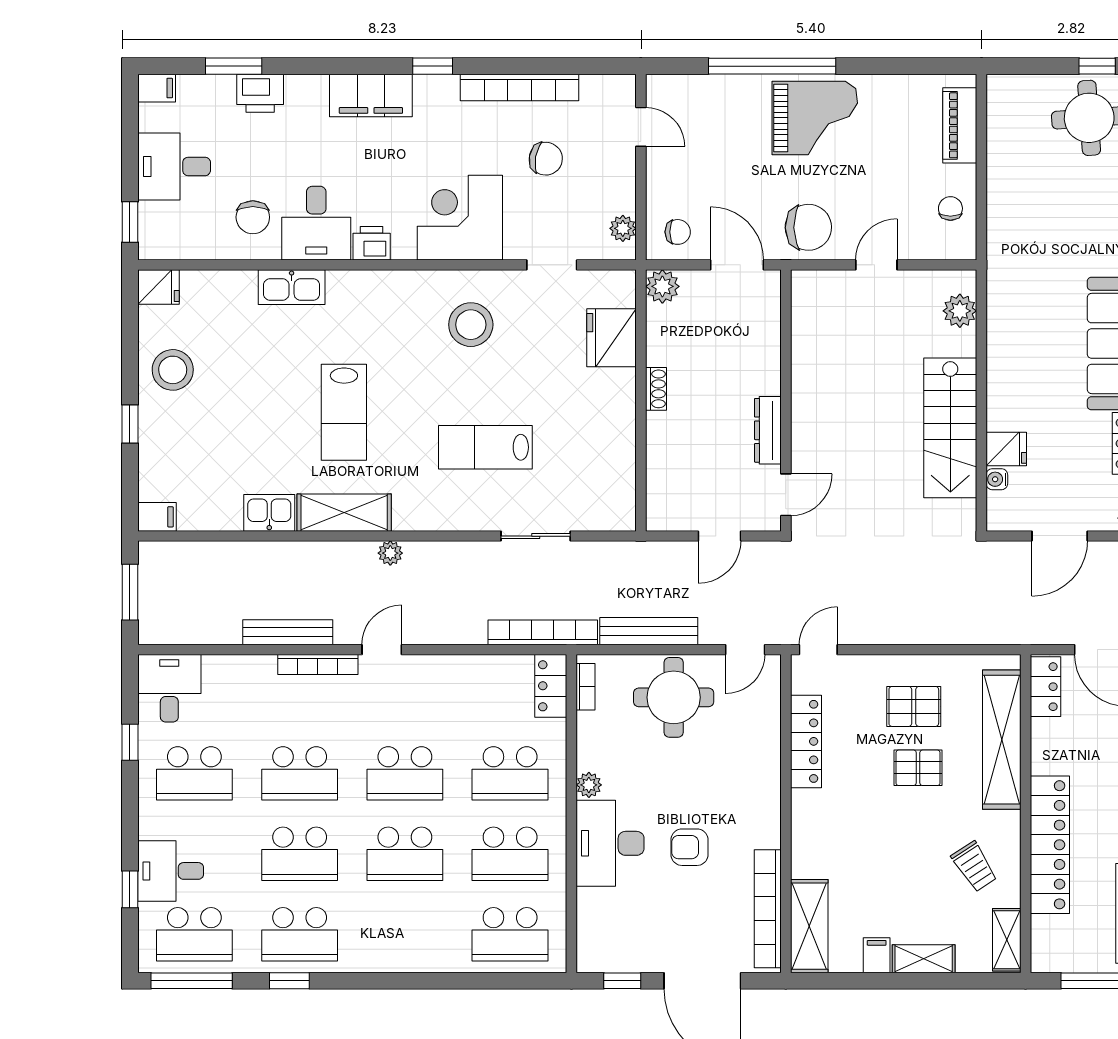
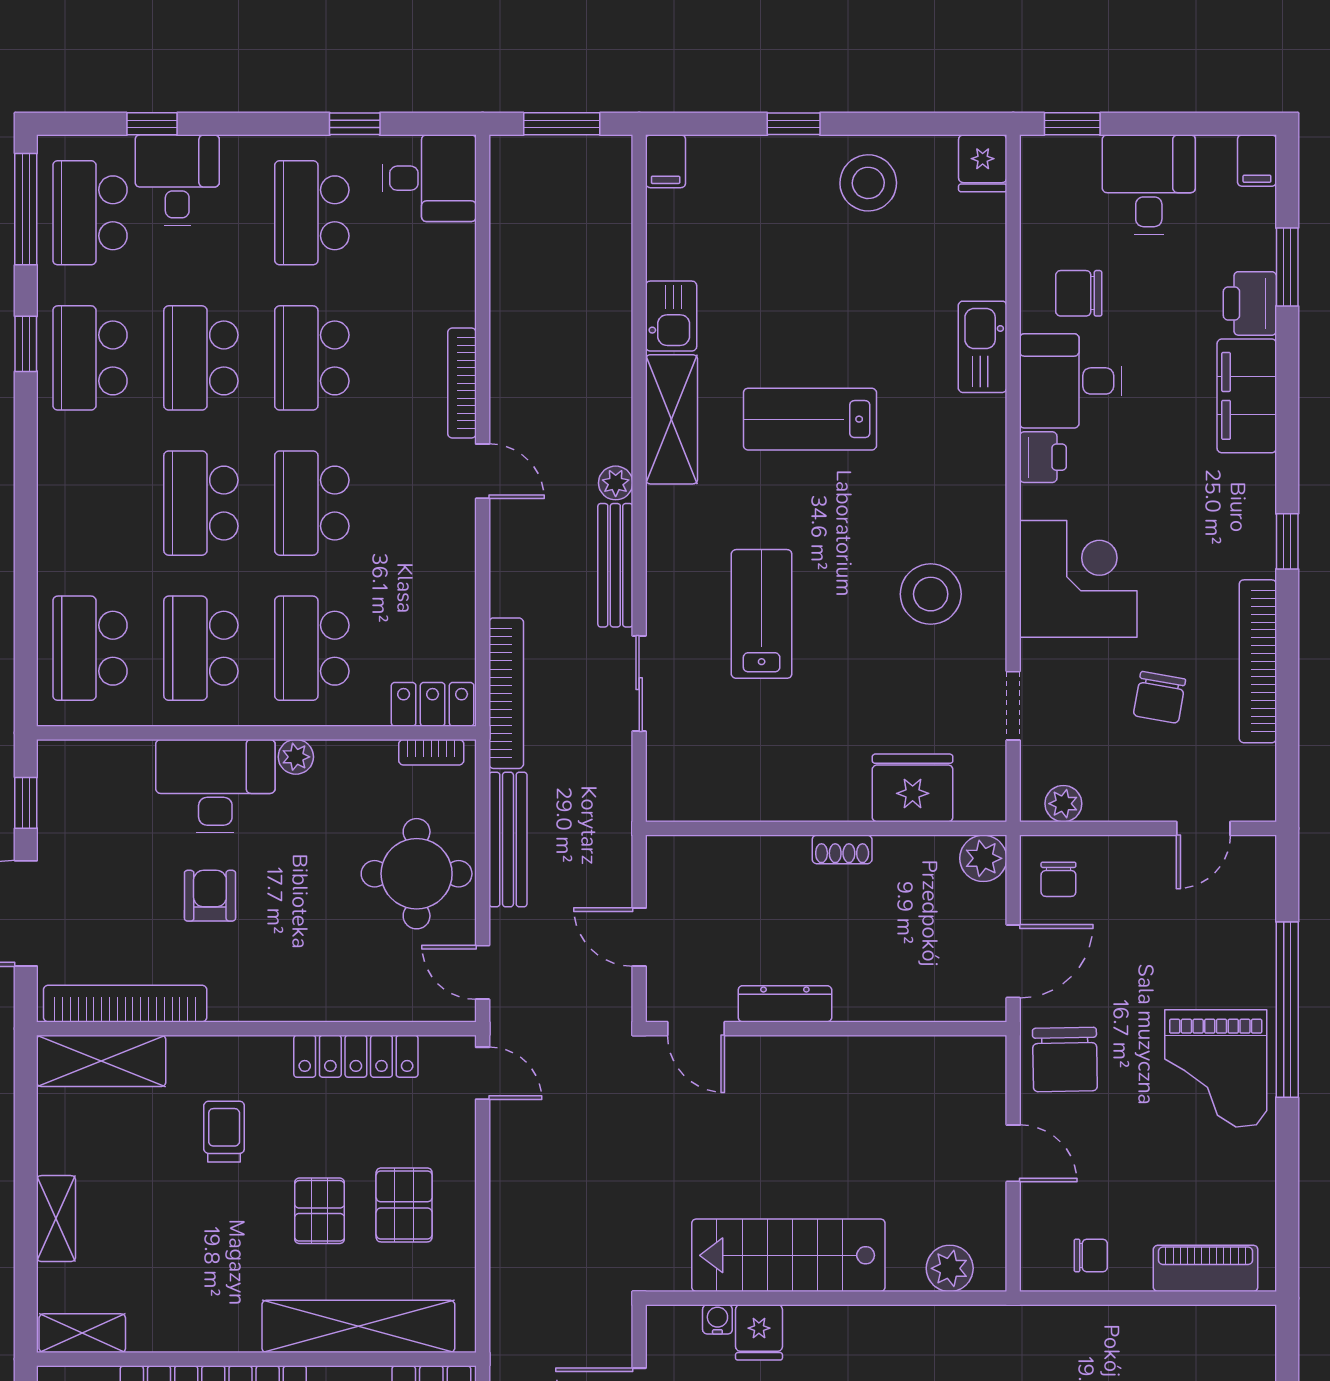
filing cabinet: (371, 95) -> (1247, 396), moved
bench: (288, 632) -> (615, 565), moved
trolley: (974, 866) -> (224, 1132), moved, turned 123
filing cabinet: (877, 955) -> (61, 1154), removed

